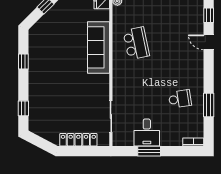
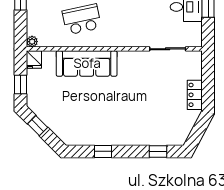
locker: (78, 140) -> (195, 95), width x0.66

